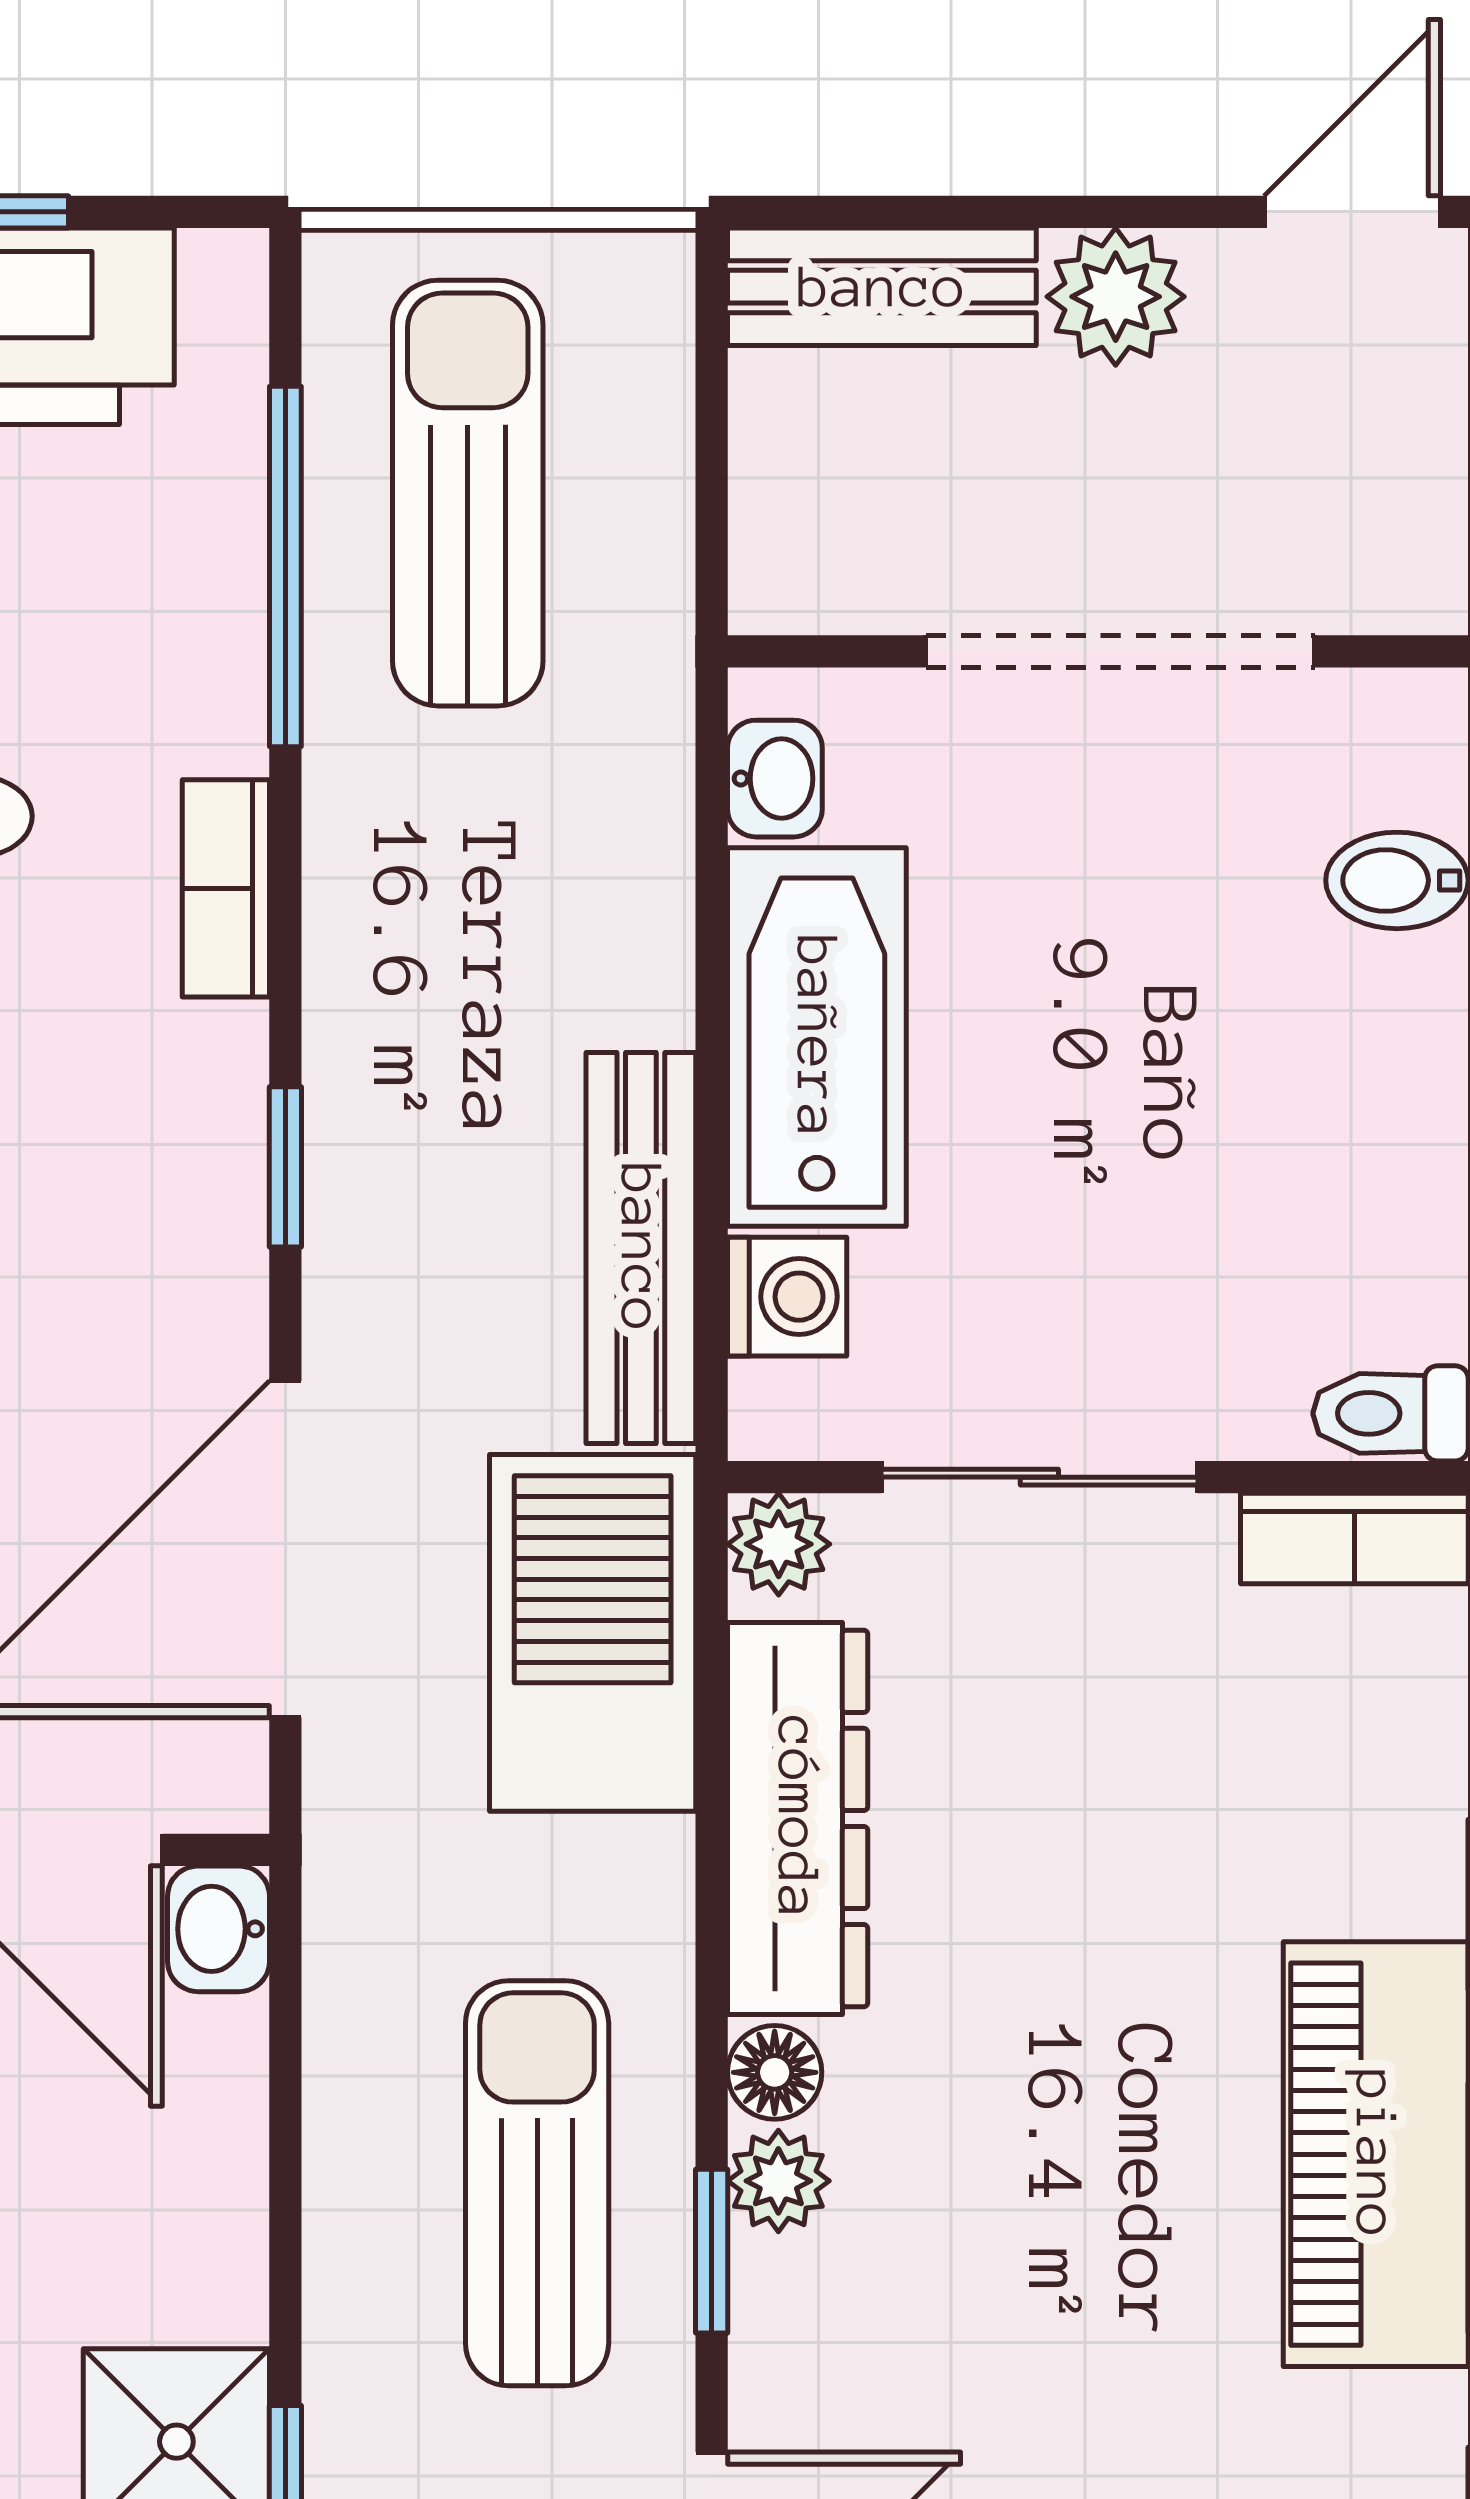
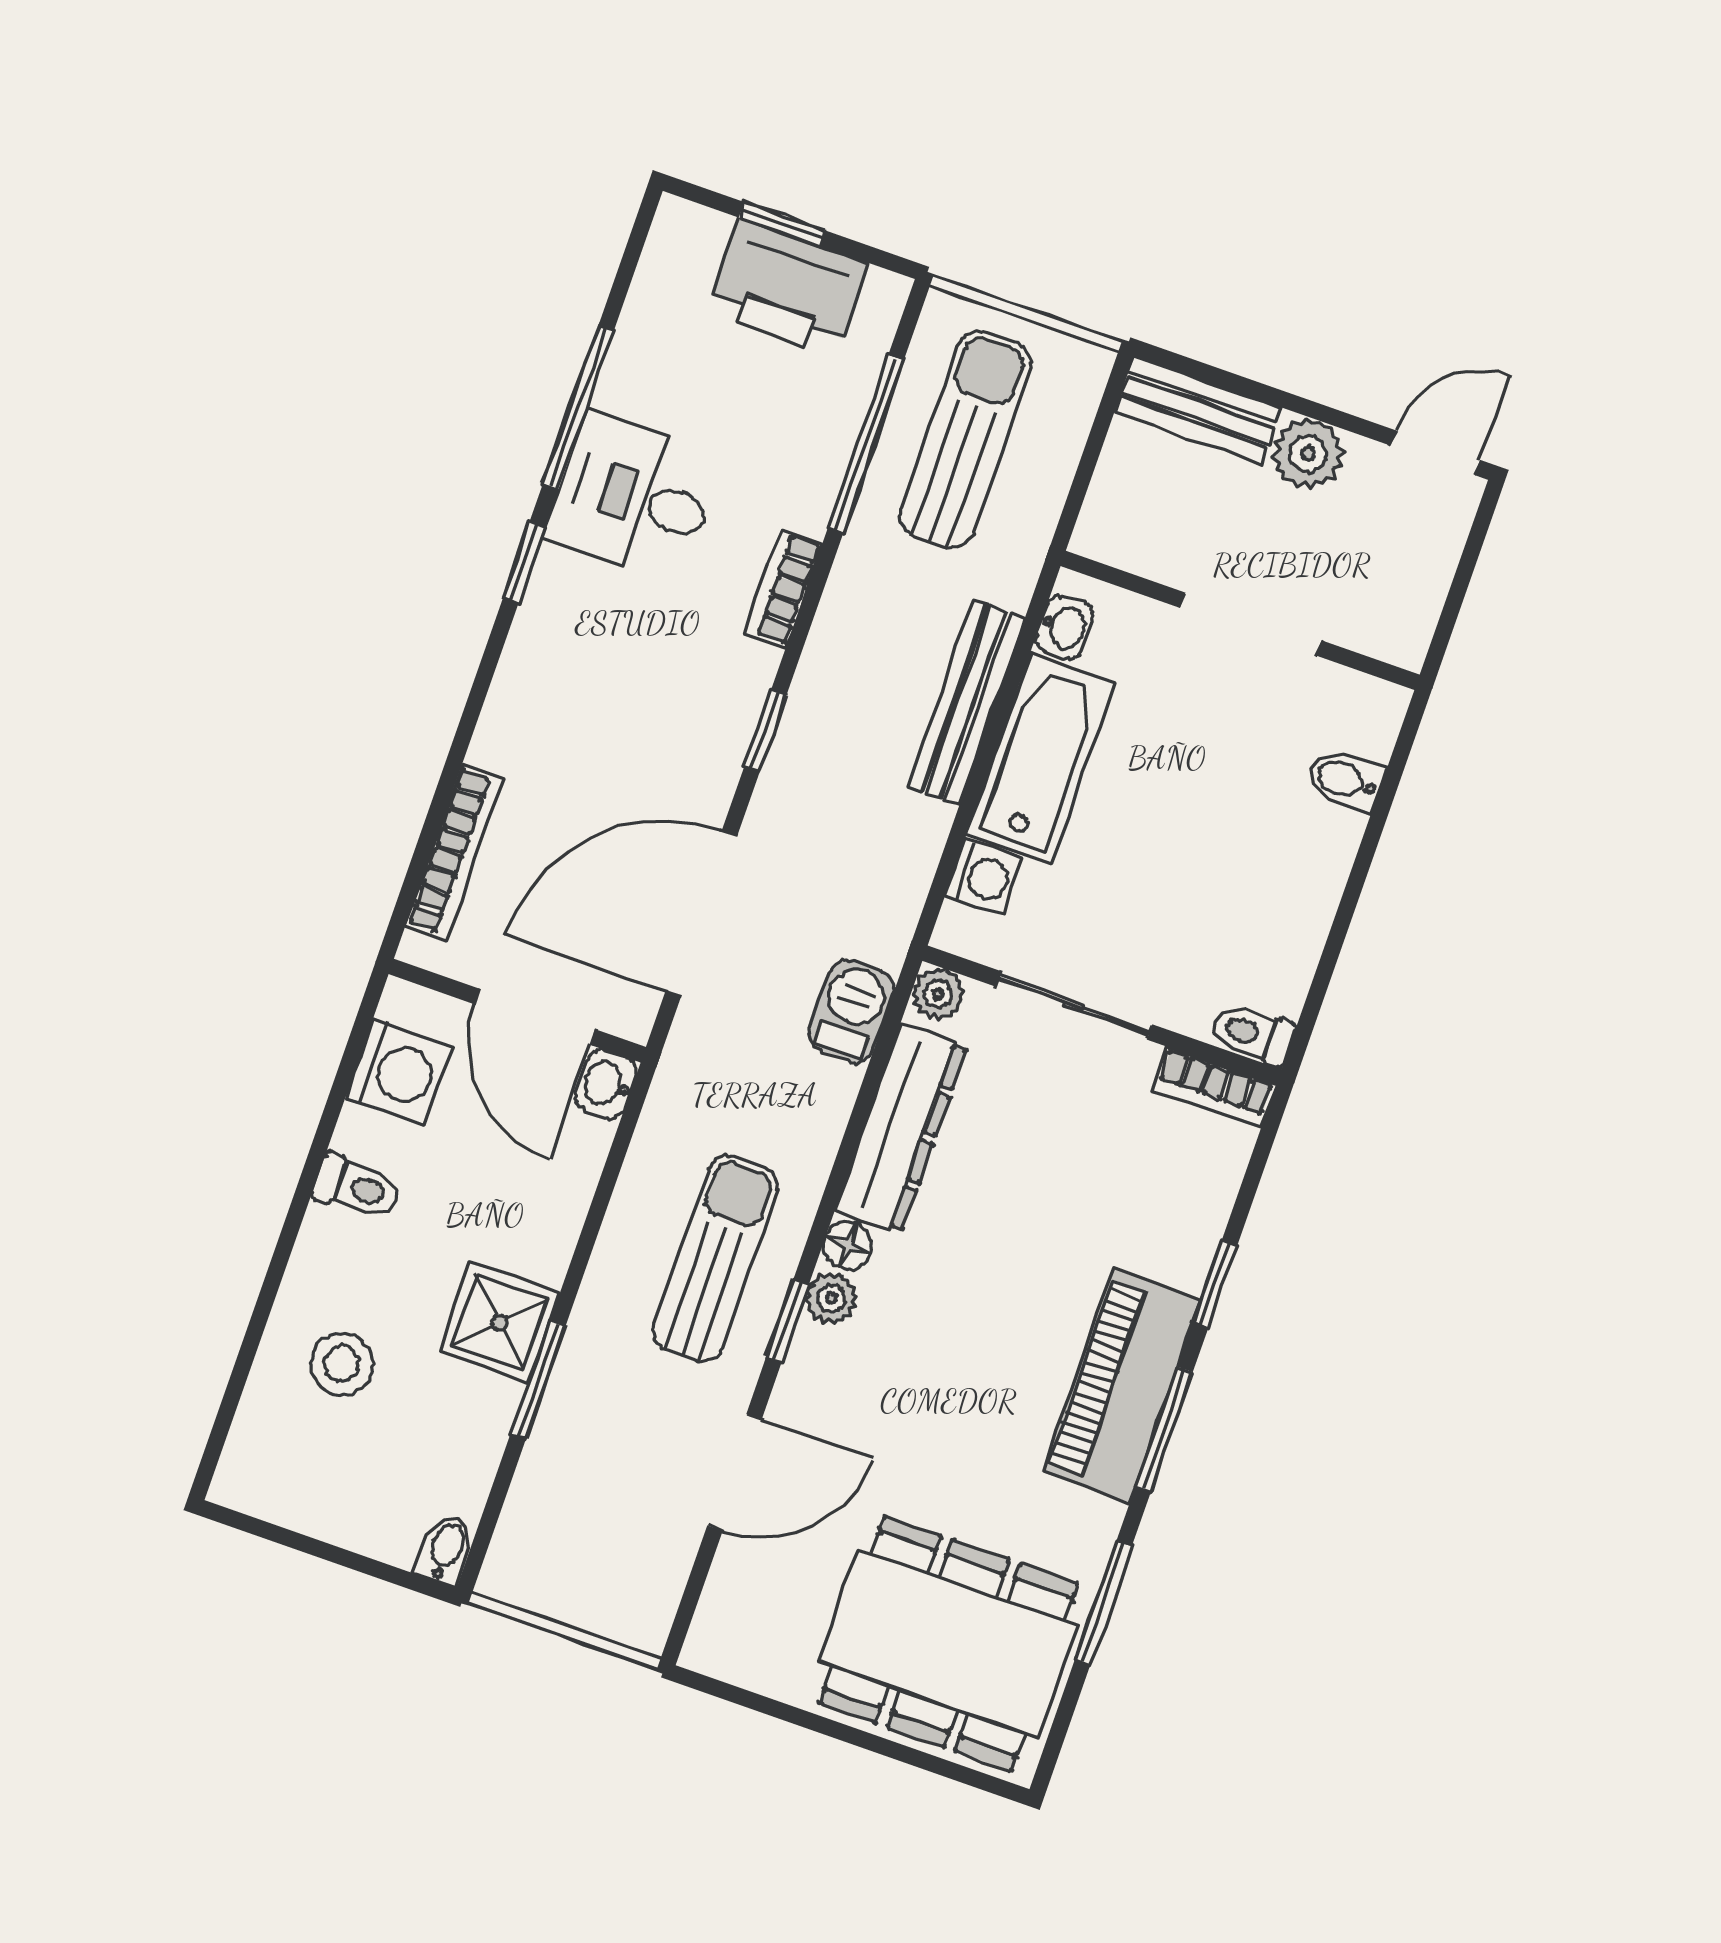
doorway: (1120, 651) -> (1251, 624), width x0.73
bench: (641, 1248) -> (966, 702), moved
barbecue: (593, 1633) -> (851, 1011), width x0.53, depth x0.65

